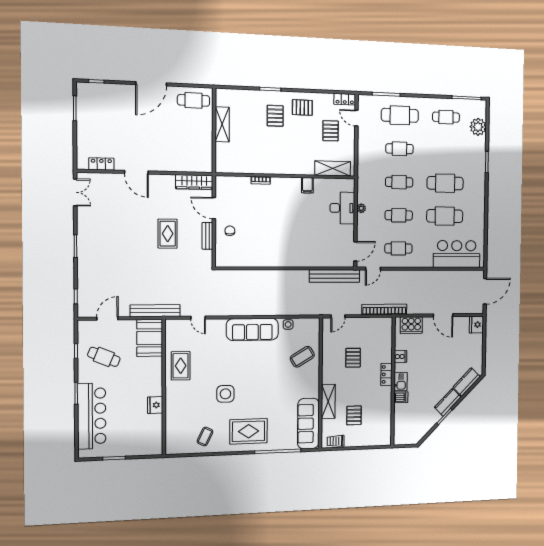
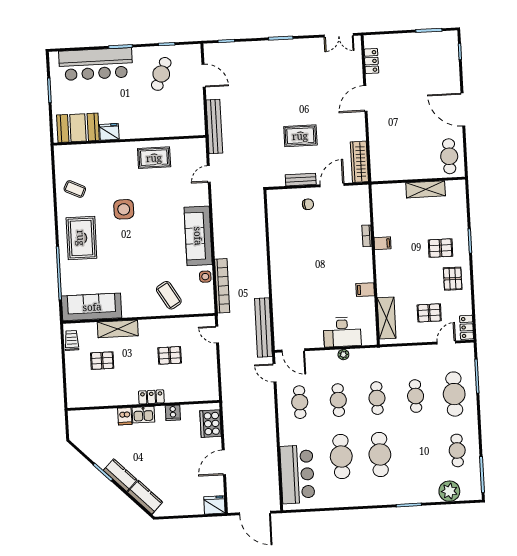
filing cabinet: (268, 167) -> (383, 243), added
bookcase: (384, 309) -> (222, 286), moved
booth: (150, 338) -> (78, 128), moved

